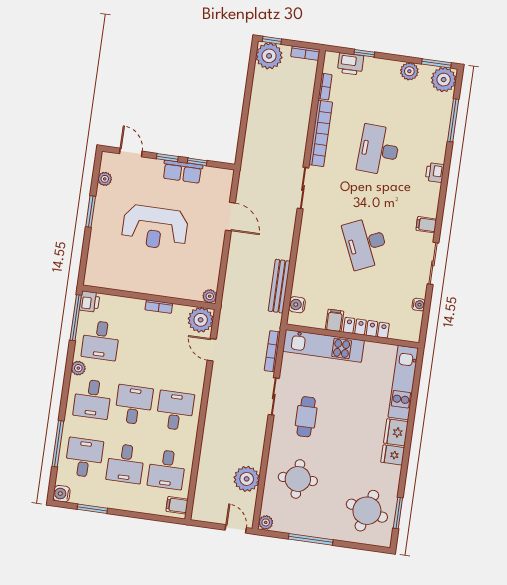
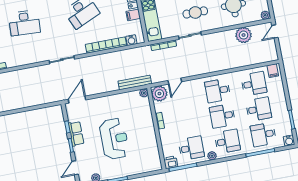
bookcase: (321, 133) -> (106, 45), moved
door: (230, 217) -> (77, 100), moved
bench: (279, 286) -> (135, 82), moved

